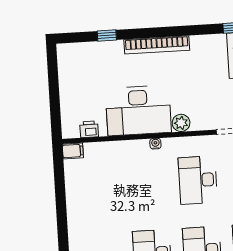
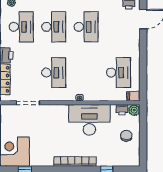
chair: (80, 89) -> (126, 136), added
plant: (181, 123) -> (134, 110), moved
desk: (98, 186) -> (118, 73), added

